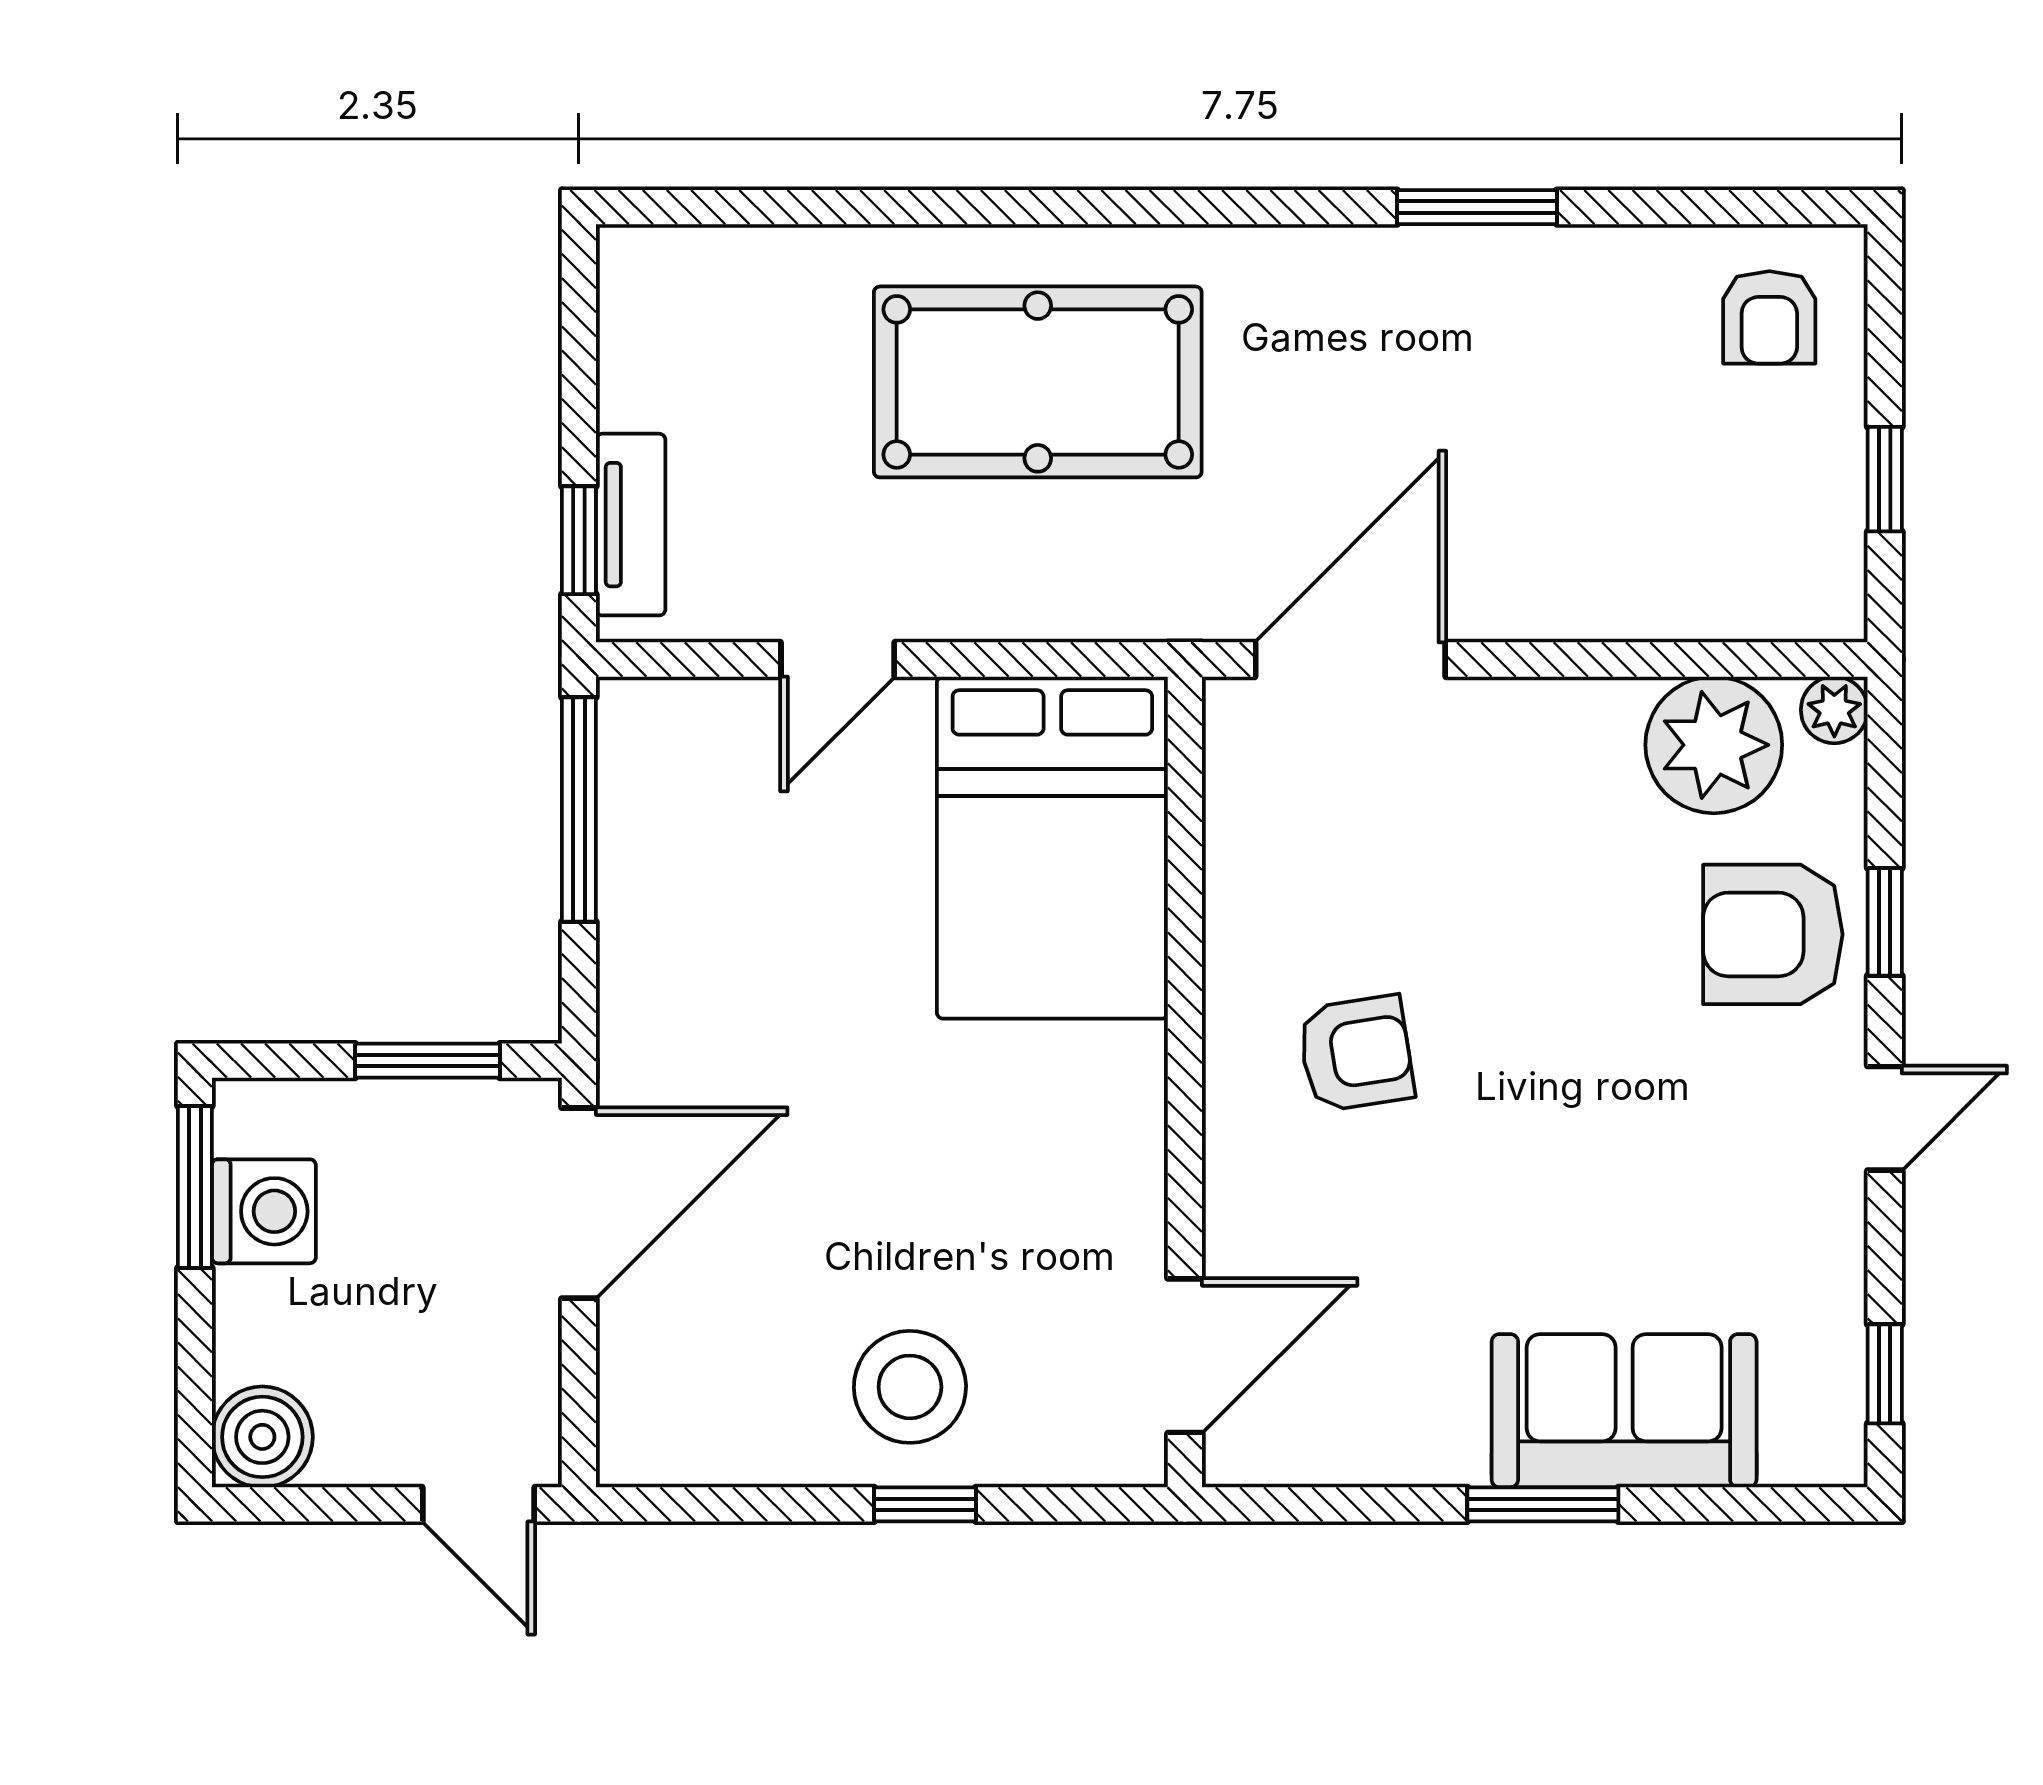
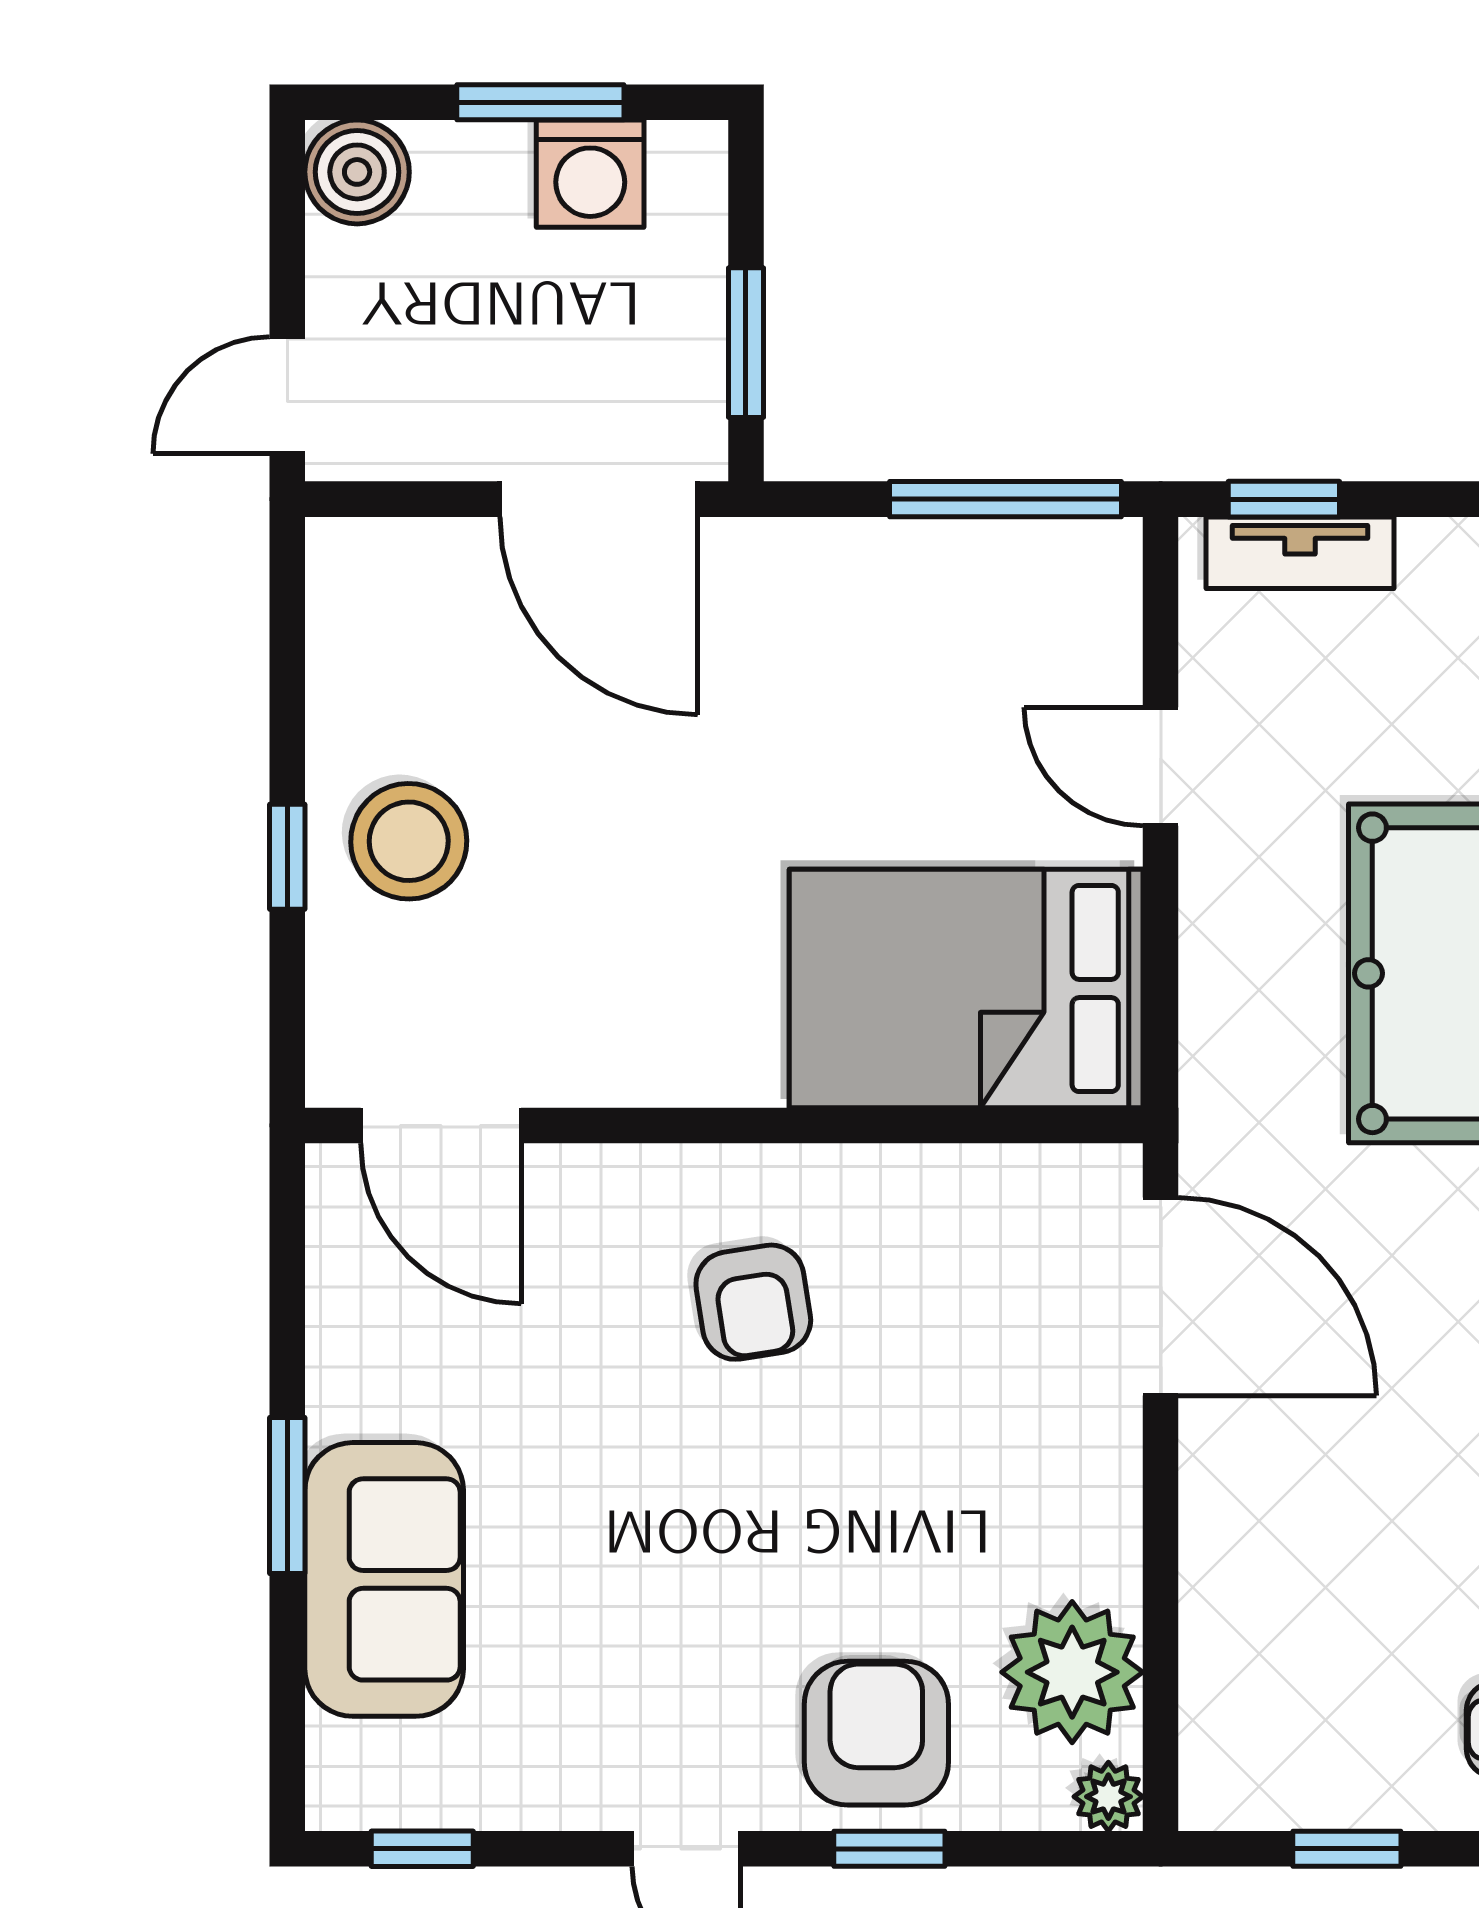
window: (195, 1187) -> (540, 102), moved

